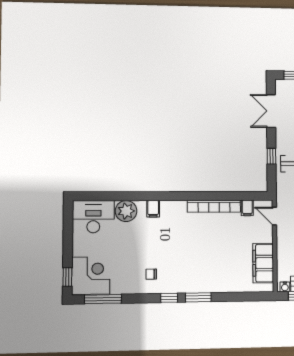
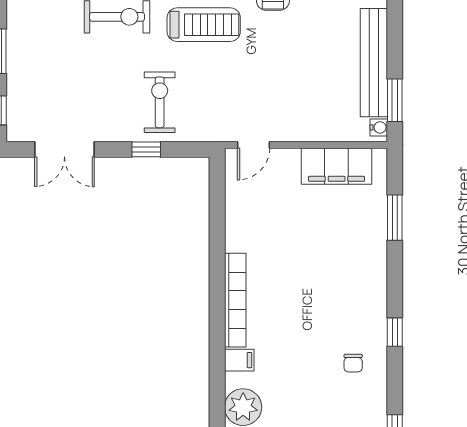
bookcase: (214, 206) -> (235, 300), moved
filing cabinet: (247, 208) -> (239, 194), removed
window: (198, 297) -> (395, 218), moved

